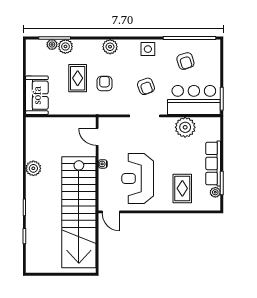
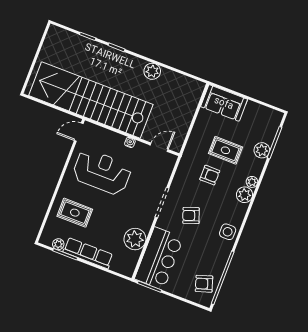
plant: (52, 44) -> (252, 182), moved
armchair: (185, 61) -> (204, 284), moved

